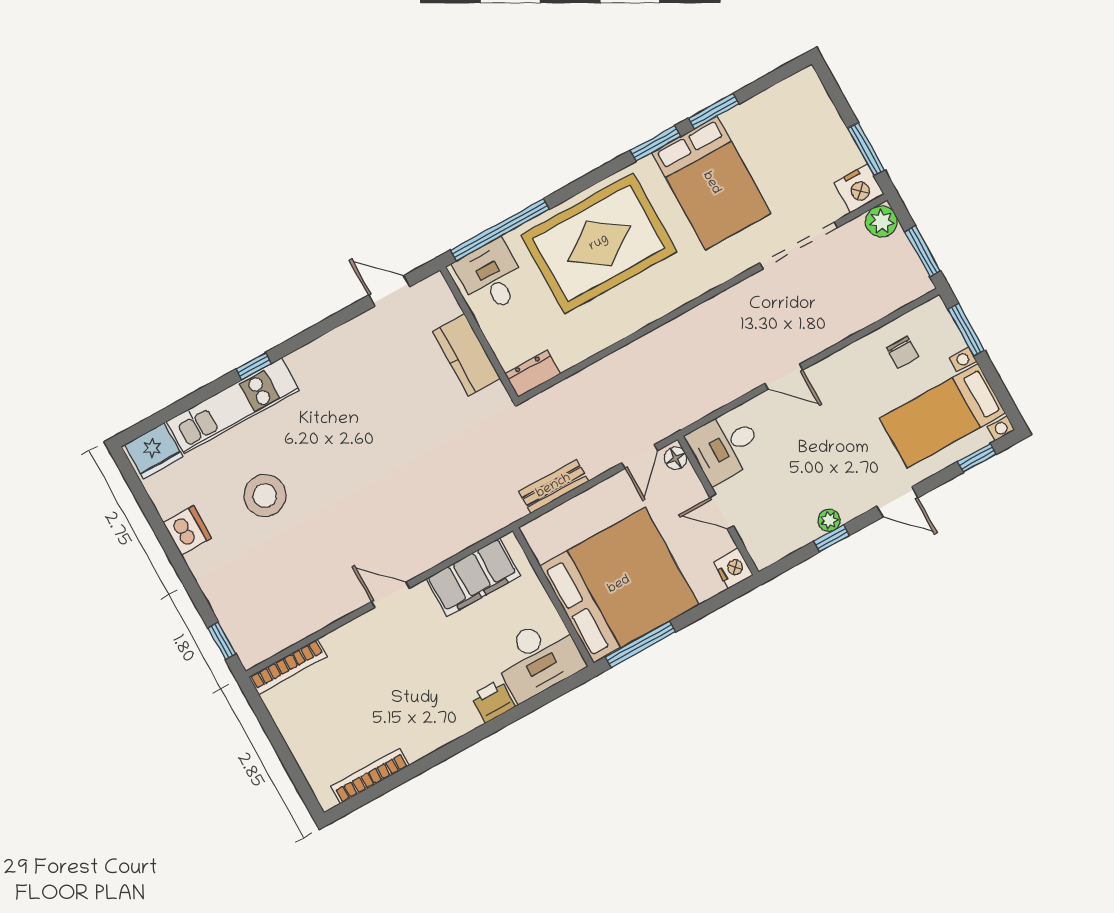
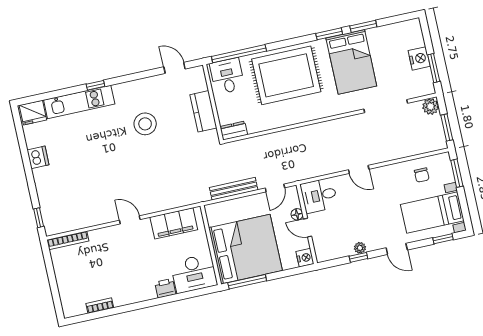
nightstand: (859, 189) -> (419, 58), moved, turned -90
floor lamp: (676, 458) -> (297, 214), moved
bench: (554, 486) -> (234, 189), width x1.36
stool: (265, 495) -> (145, 124), moved
bookcase: (370, 776) -> (100, 306), width x0.64

